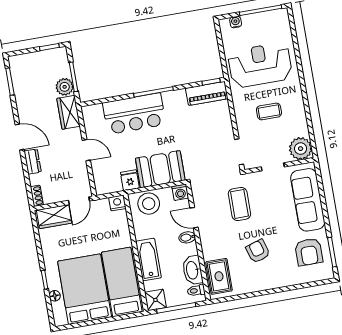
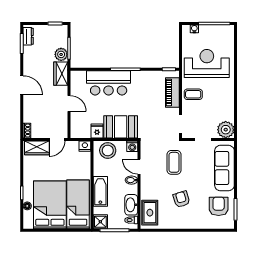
piano: (207, 93) -> (172, 92), moved, turned 90
coffee table: (269, 111) -> (193, 94), moved
dresser: (33, 162) -> (28, 36), moved
armchair: (309, 252) -> (219, 206), turned 180

